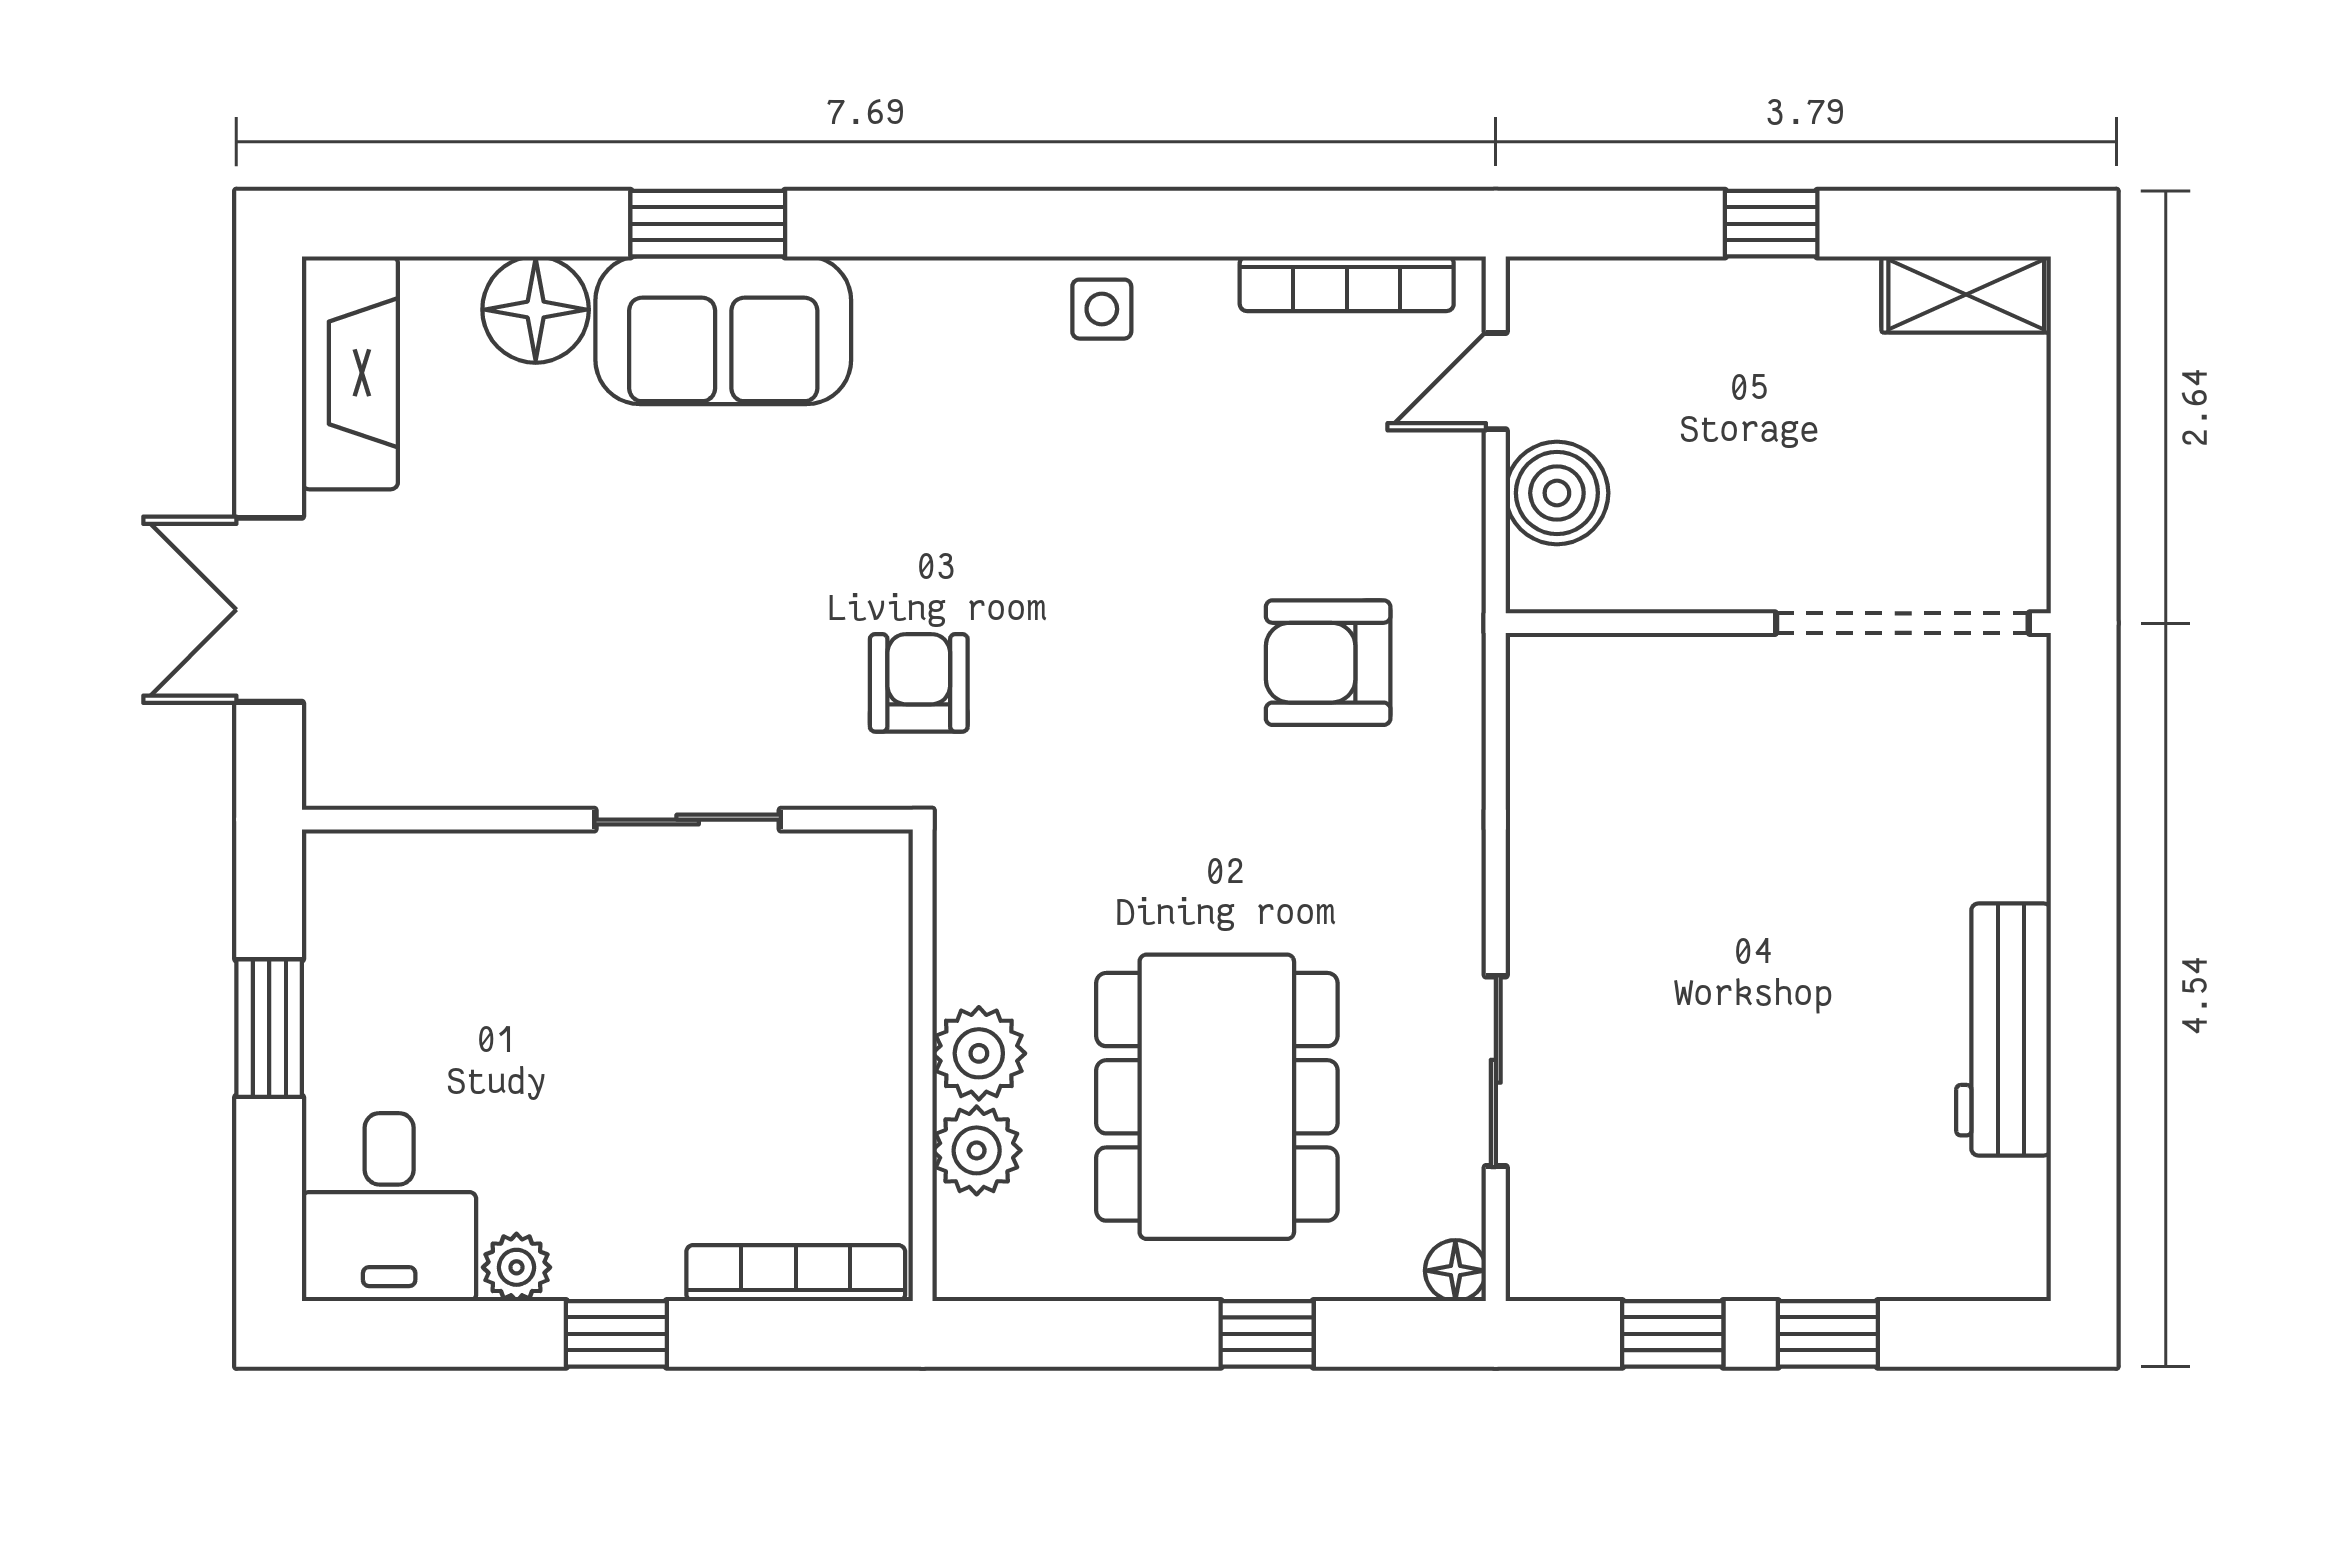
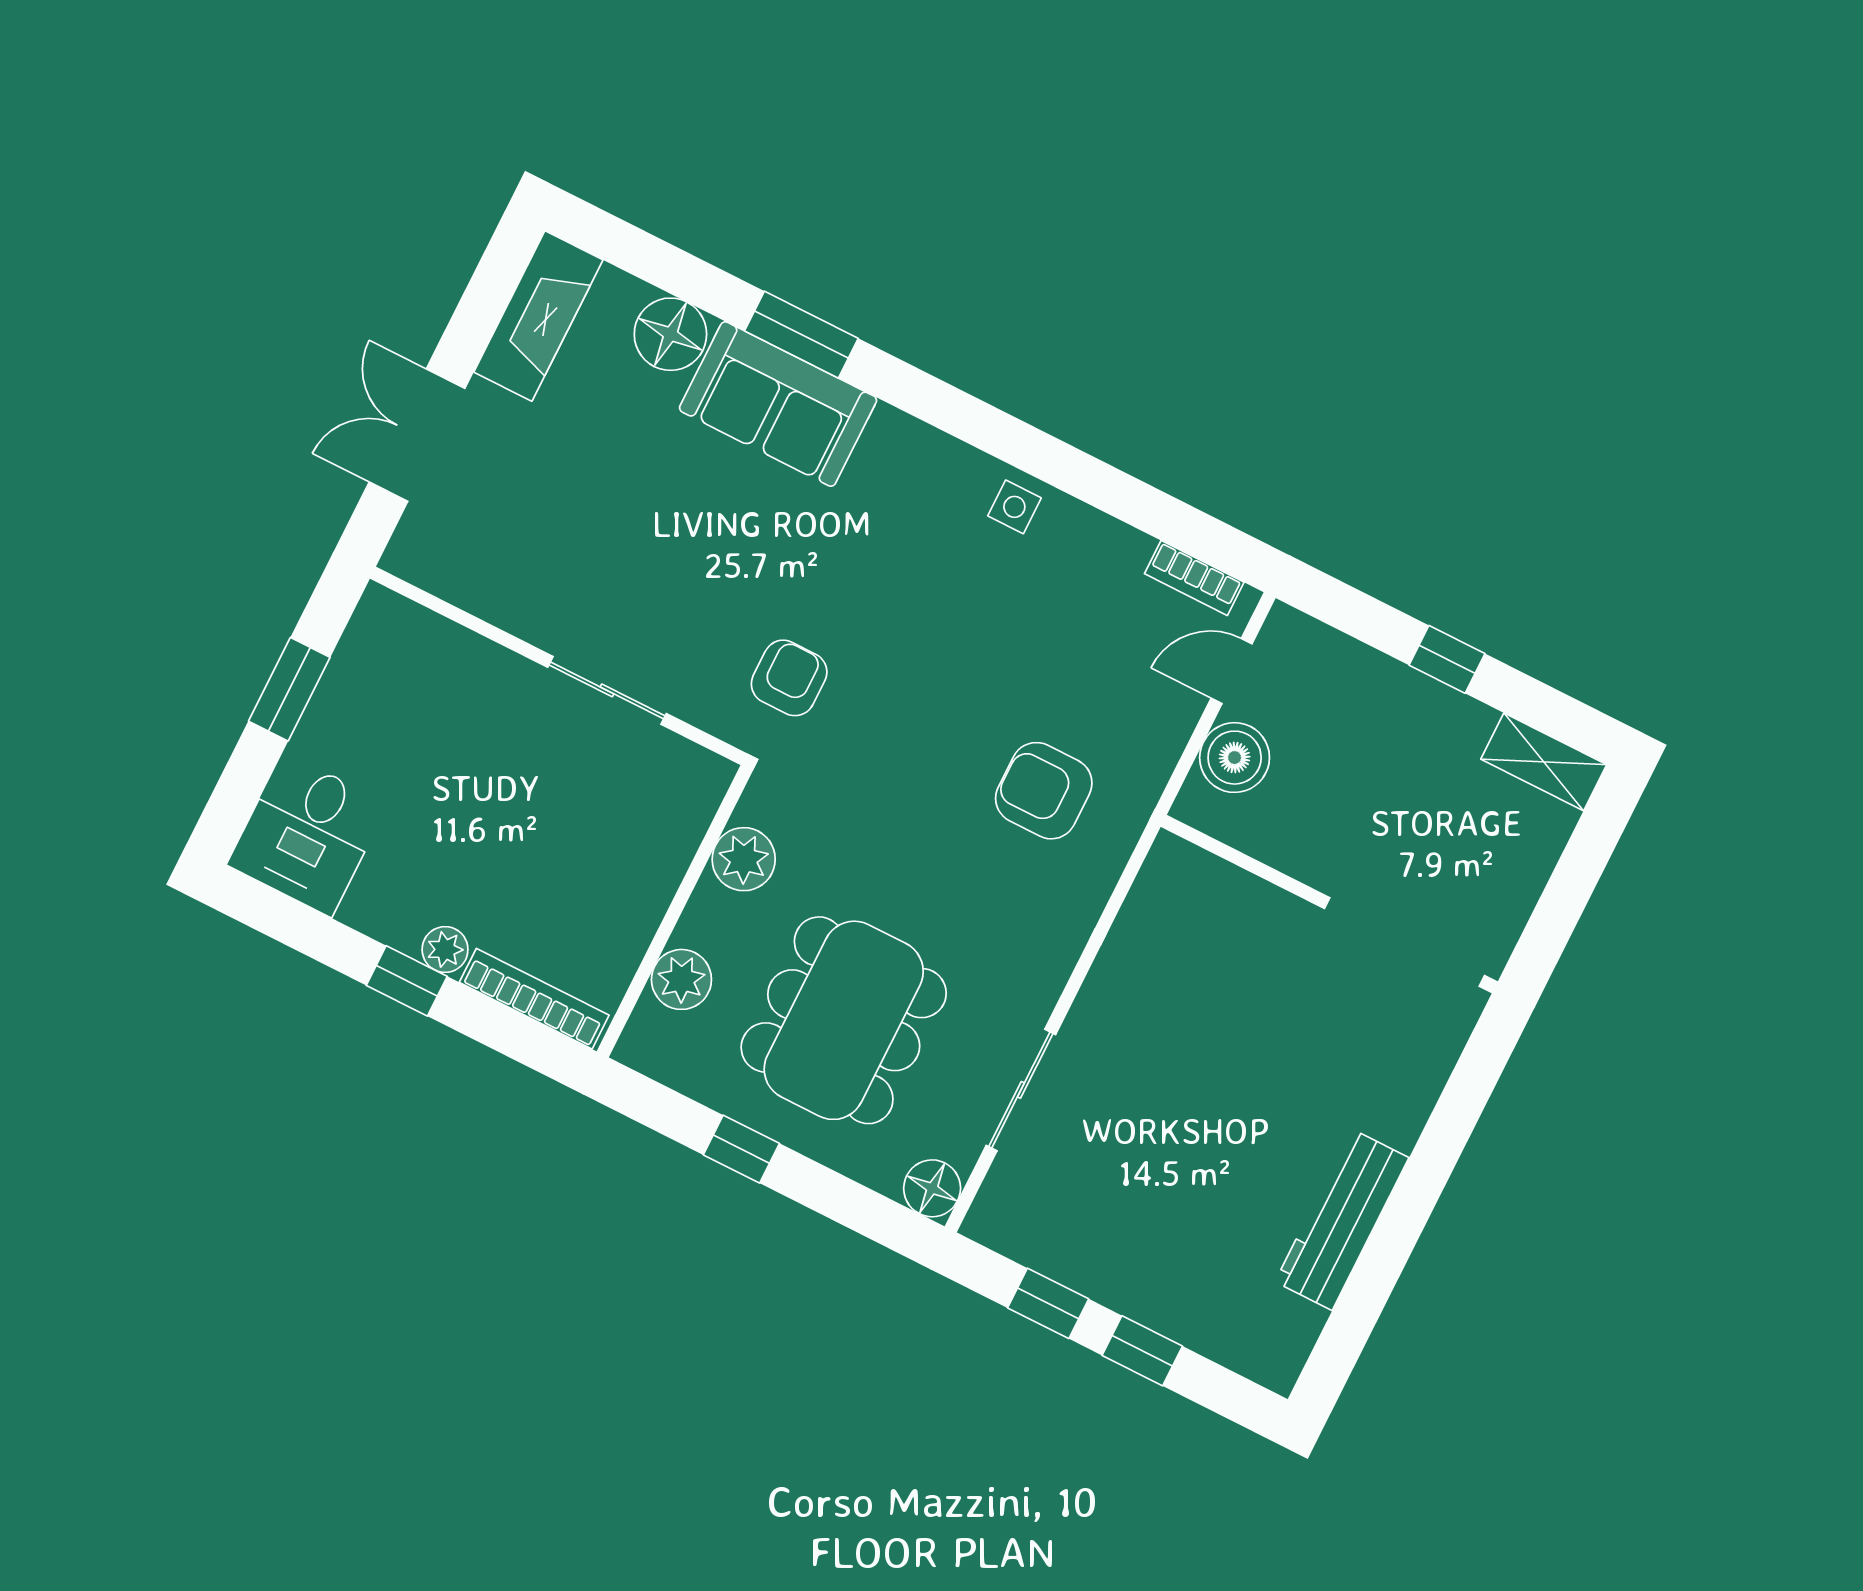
bookcase: (1347, 284) -> (1194, 578), width x0.64
plant: (979, 1053) -> (744, 859), moved
plant: (517, 1267) -> (445, 950), moved
floor lamp: (1455, 1271) -> (932, 1188), width x1.37, depth x1.37
window: (1267, 1334) -> (741, 1149), moved

